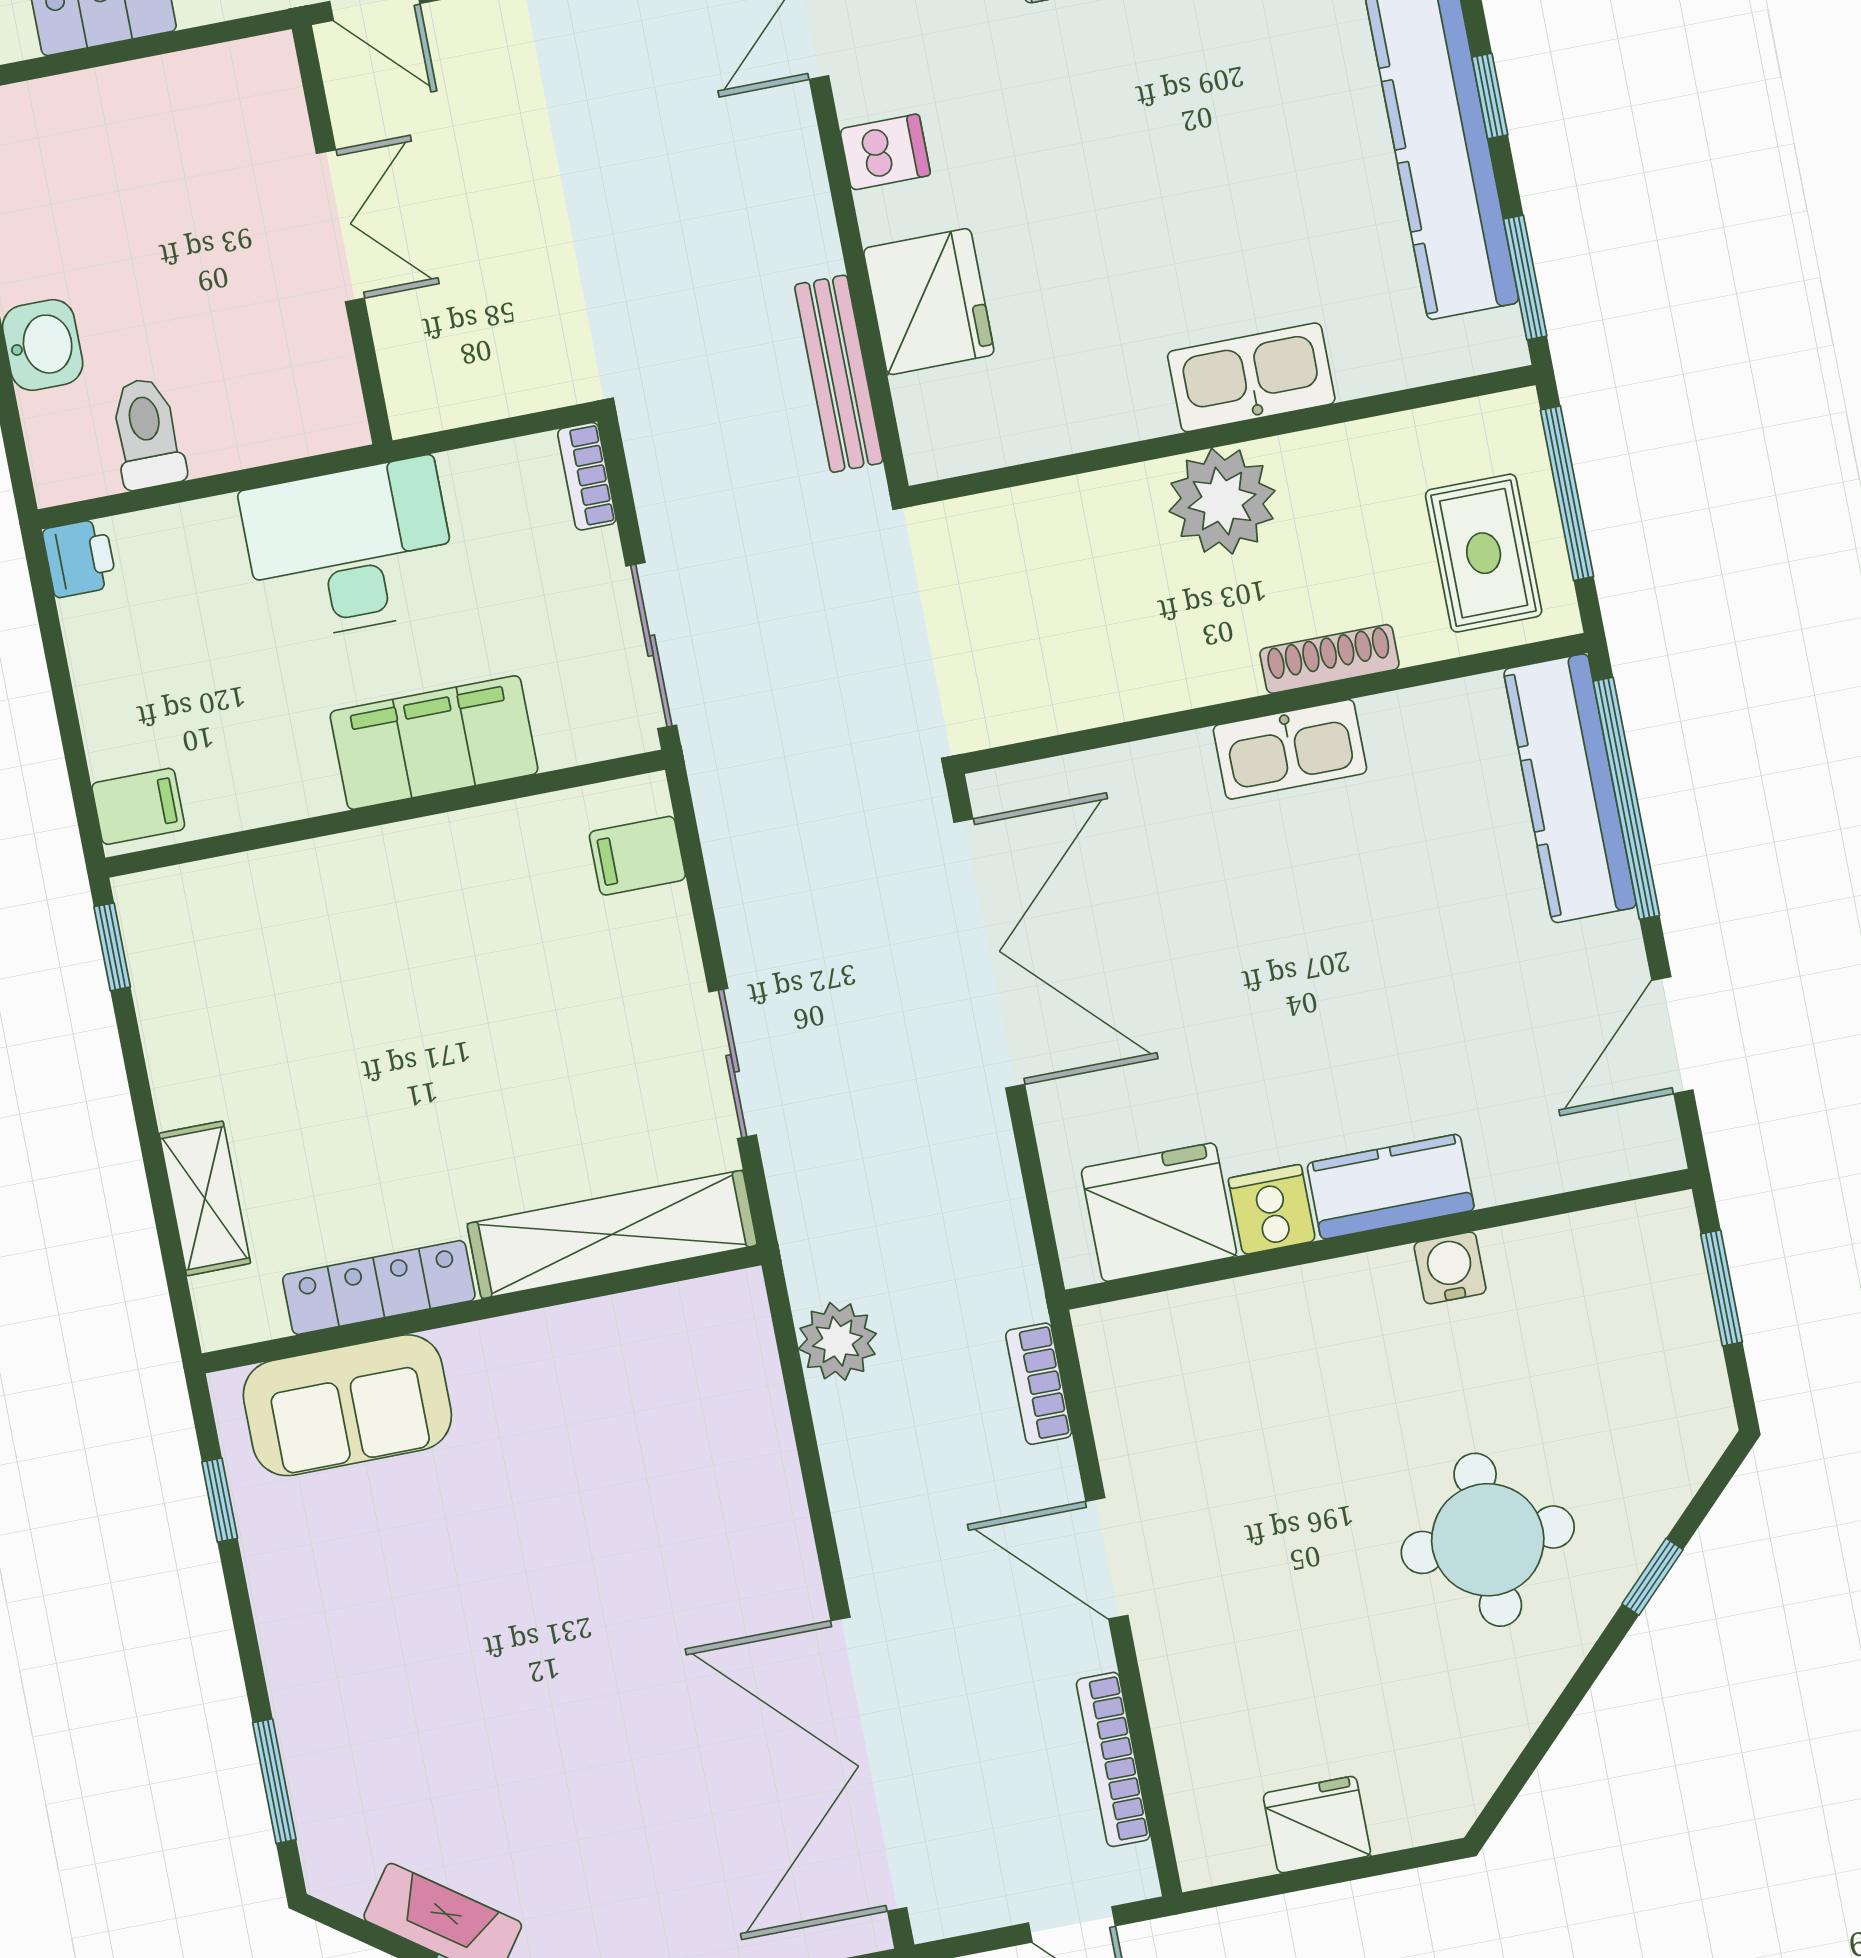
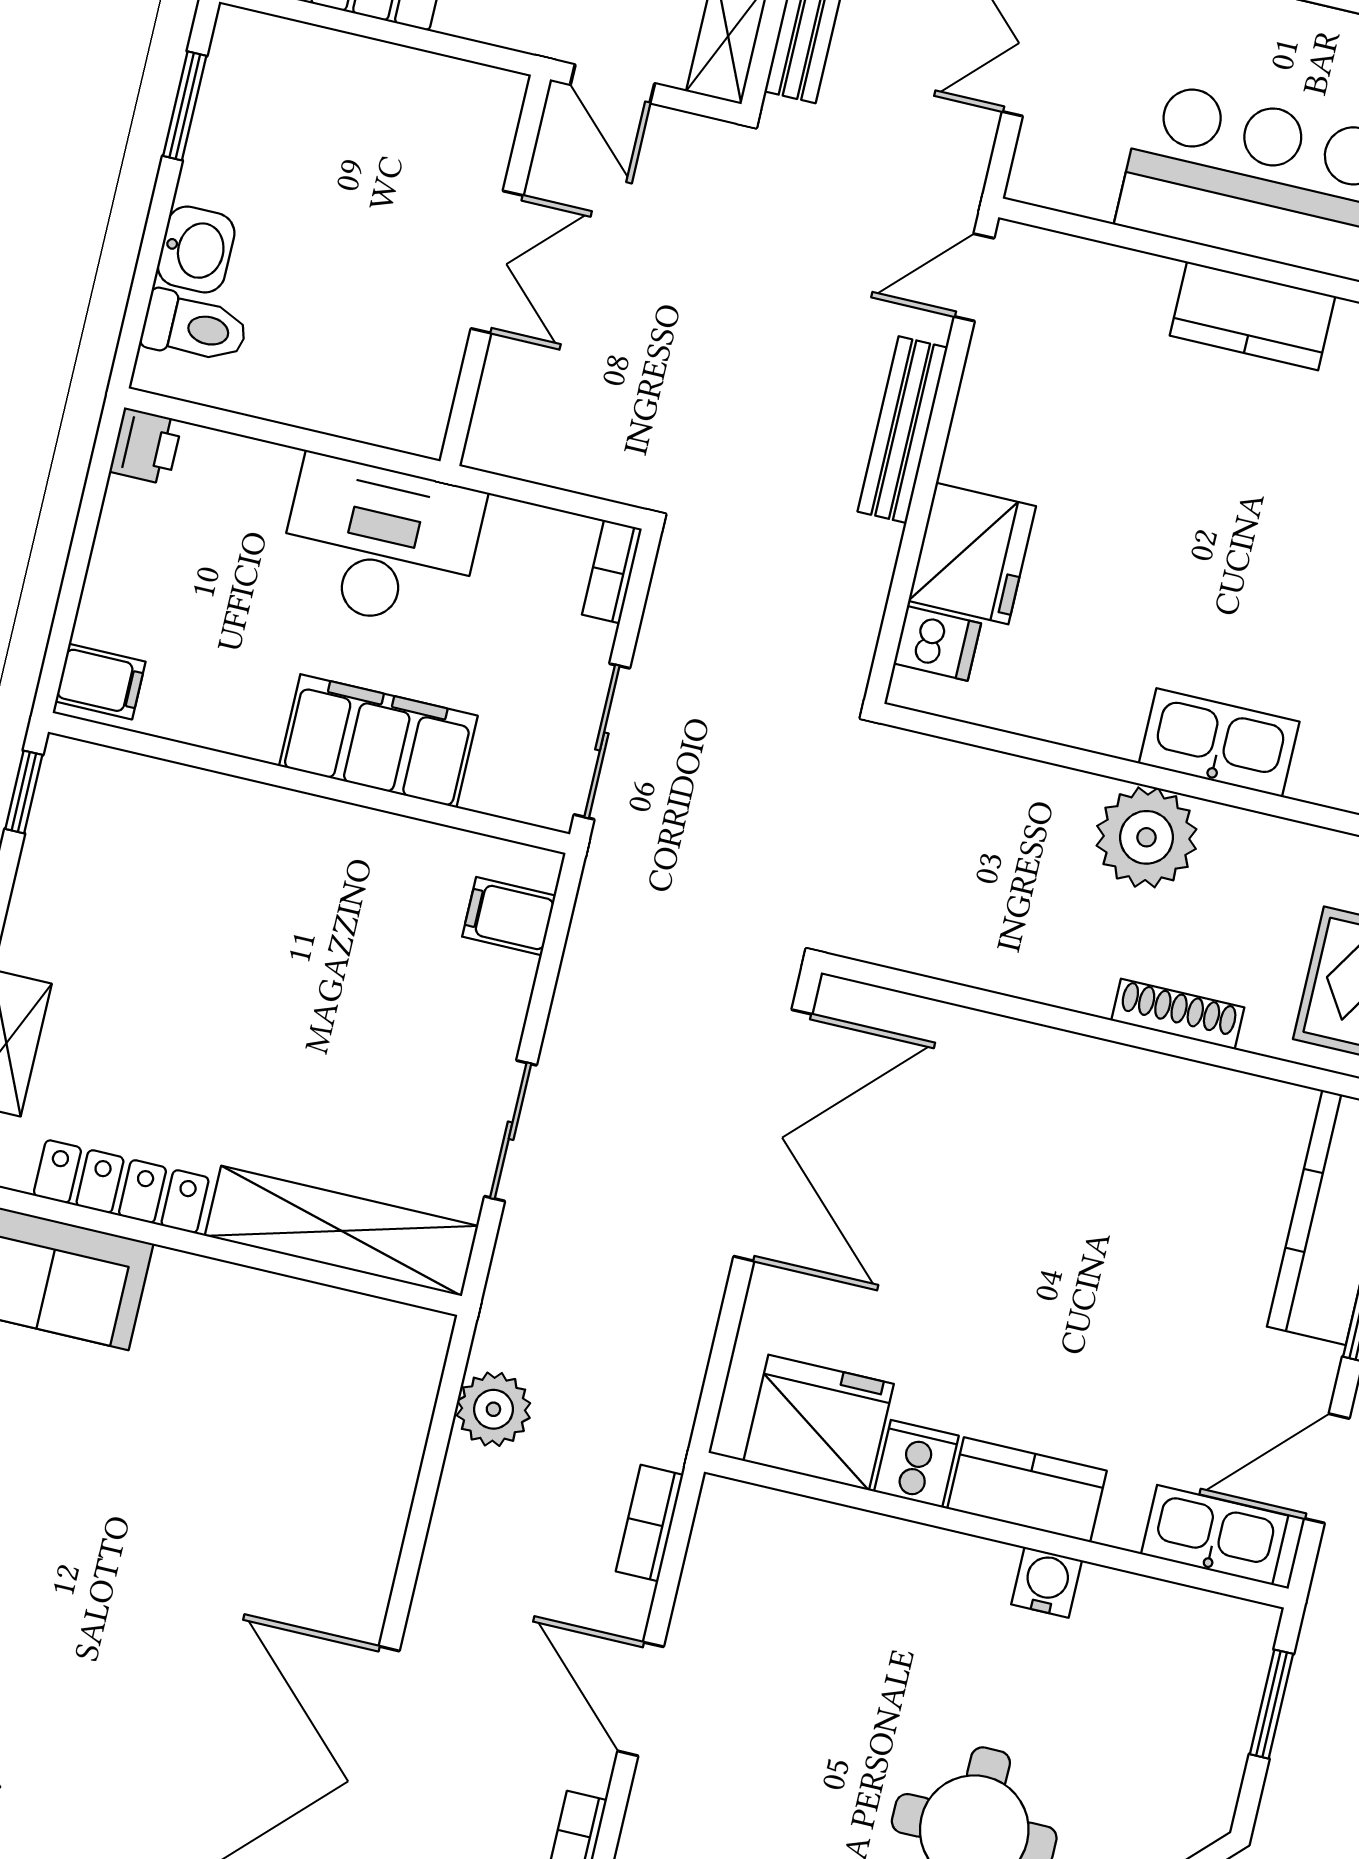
dishwasher: (885, 152) -> (937, 643), moved
bench: (839, 374) -> (903, 430), moved
toilet: (147, 433) -> (195, 327), moved, turned 90
kitchen sink: (1290, 749) -> (1215, 1535), moved, turned 180

